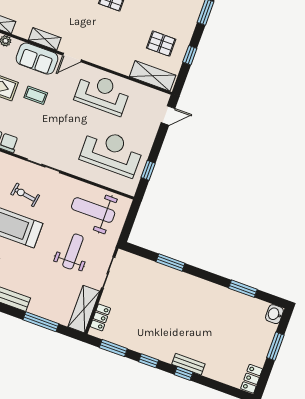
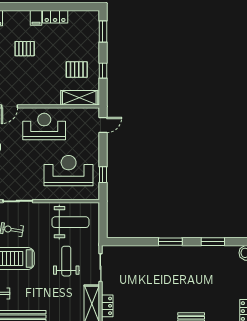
weight bench: (93, 210) -> (70, 222), turned 180
window: (170, 262) -> (170, 242), moved

